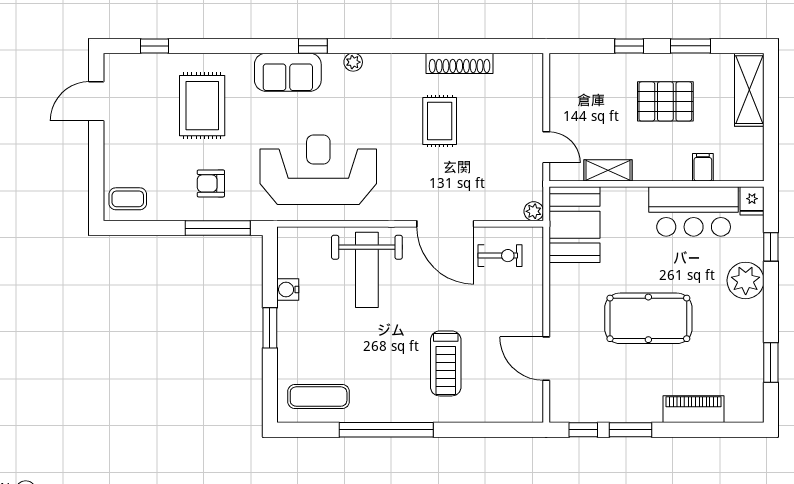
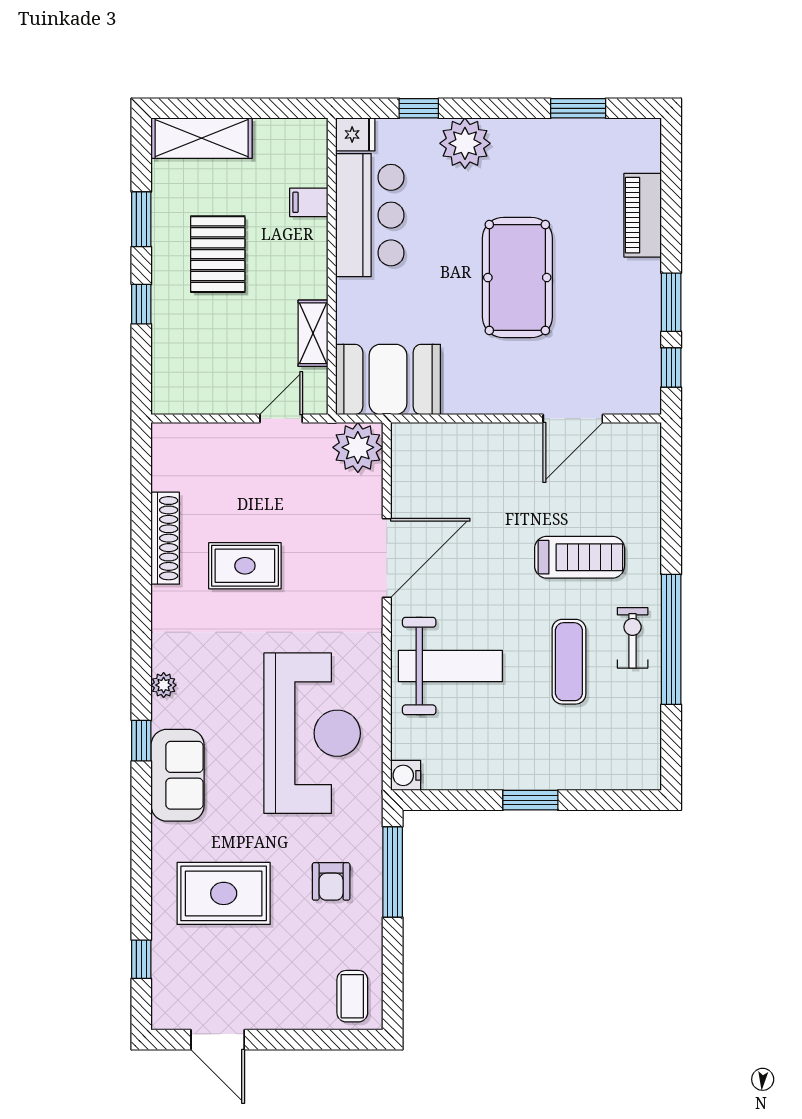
reception desk: (318, 170) -> (312, 733), turned 180
plant: (534, 211) -> (358, 447), width x1.87, depth x1.87
exercise bike: (500, 256) -> (633, 638), moved
water cooler: (288, 290) -> (406, 775), moved, turned 90
exercise mat: (319, 397) -> (569, 662), moved

